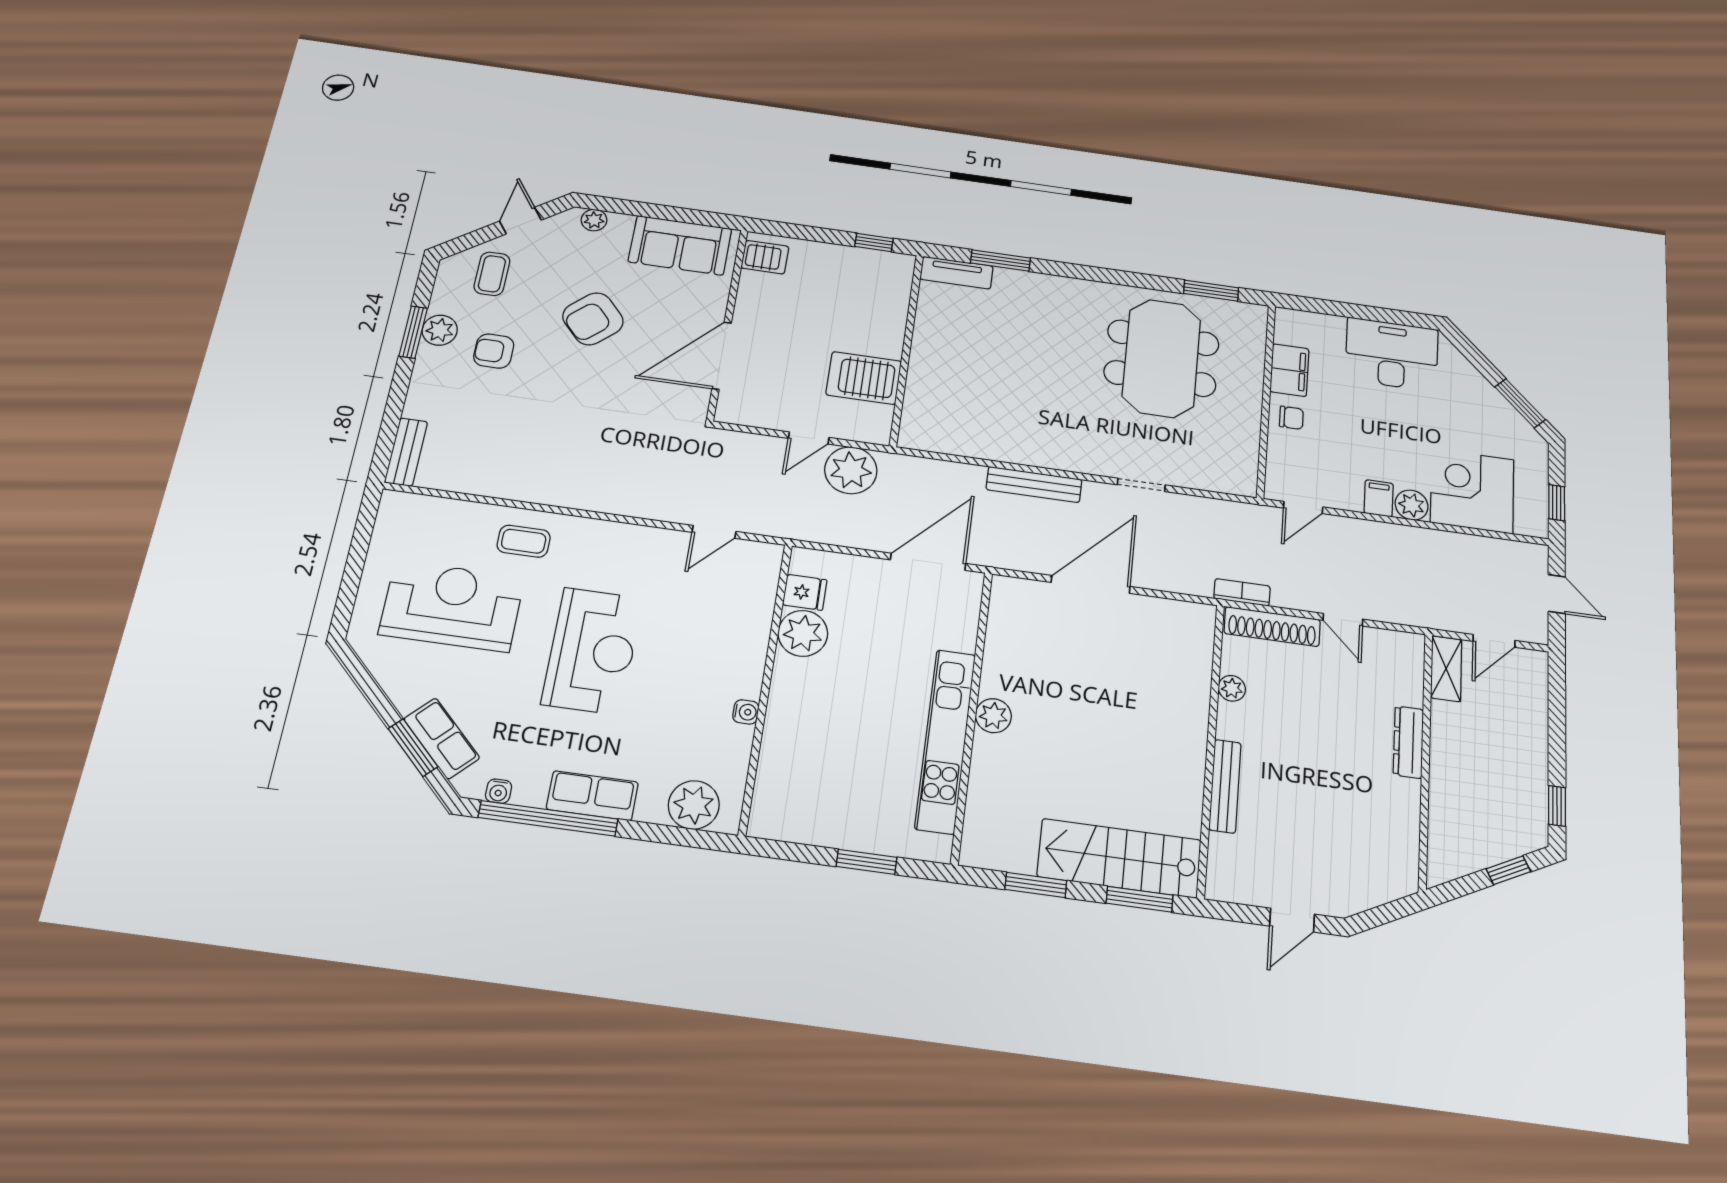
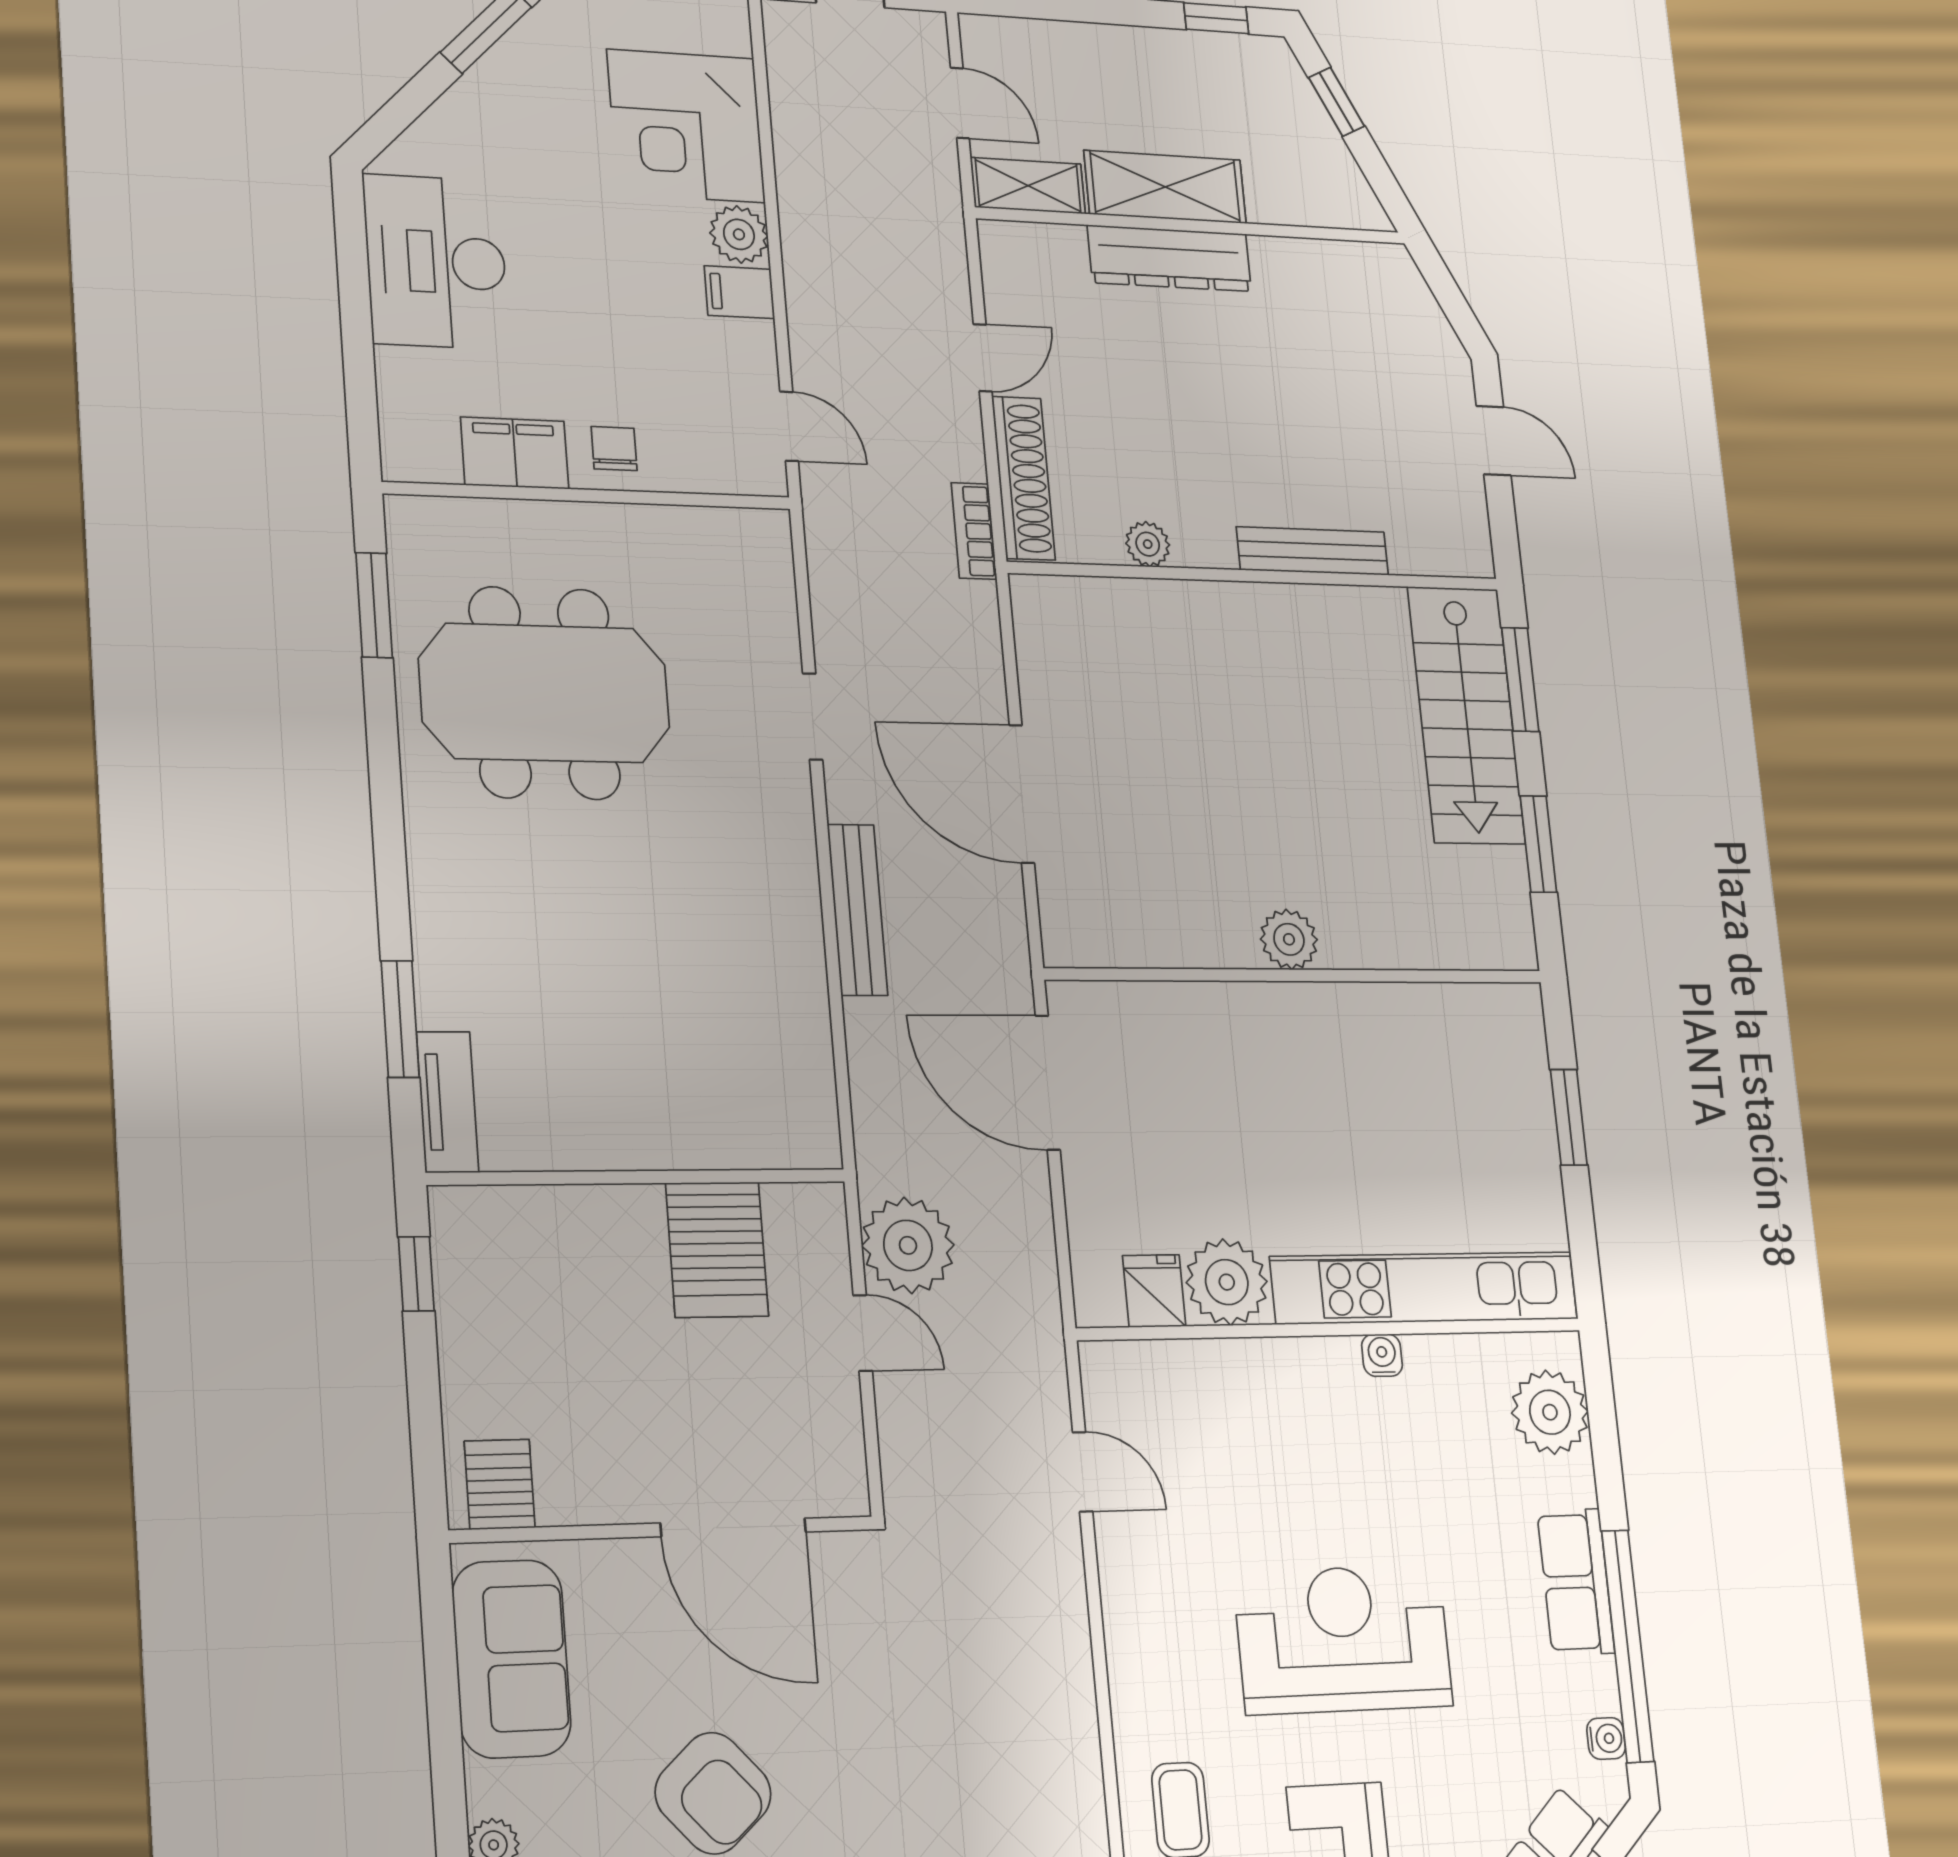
kitchen unit: (945, 741) -> (1425, 1288), moved, turned 180
dresser: (1408, 742) -> (1169, 258), width x1.37, depth x1.24
shelving: (1449, 749) -> (1165, 187), added

